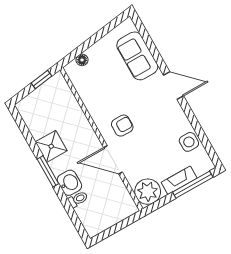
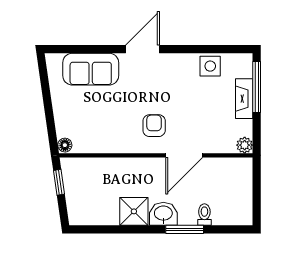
floor lamp: (82, 60) -> (65, 145), moved
window: (48, 171) -> (185, 229), moved
washbasin: (69, 183) -> (163, 214), moved
plant: (148, 192) -> (245, 145), width x0.53, depth x0.53

